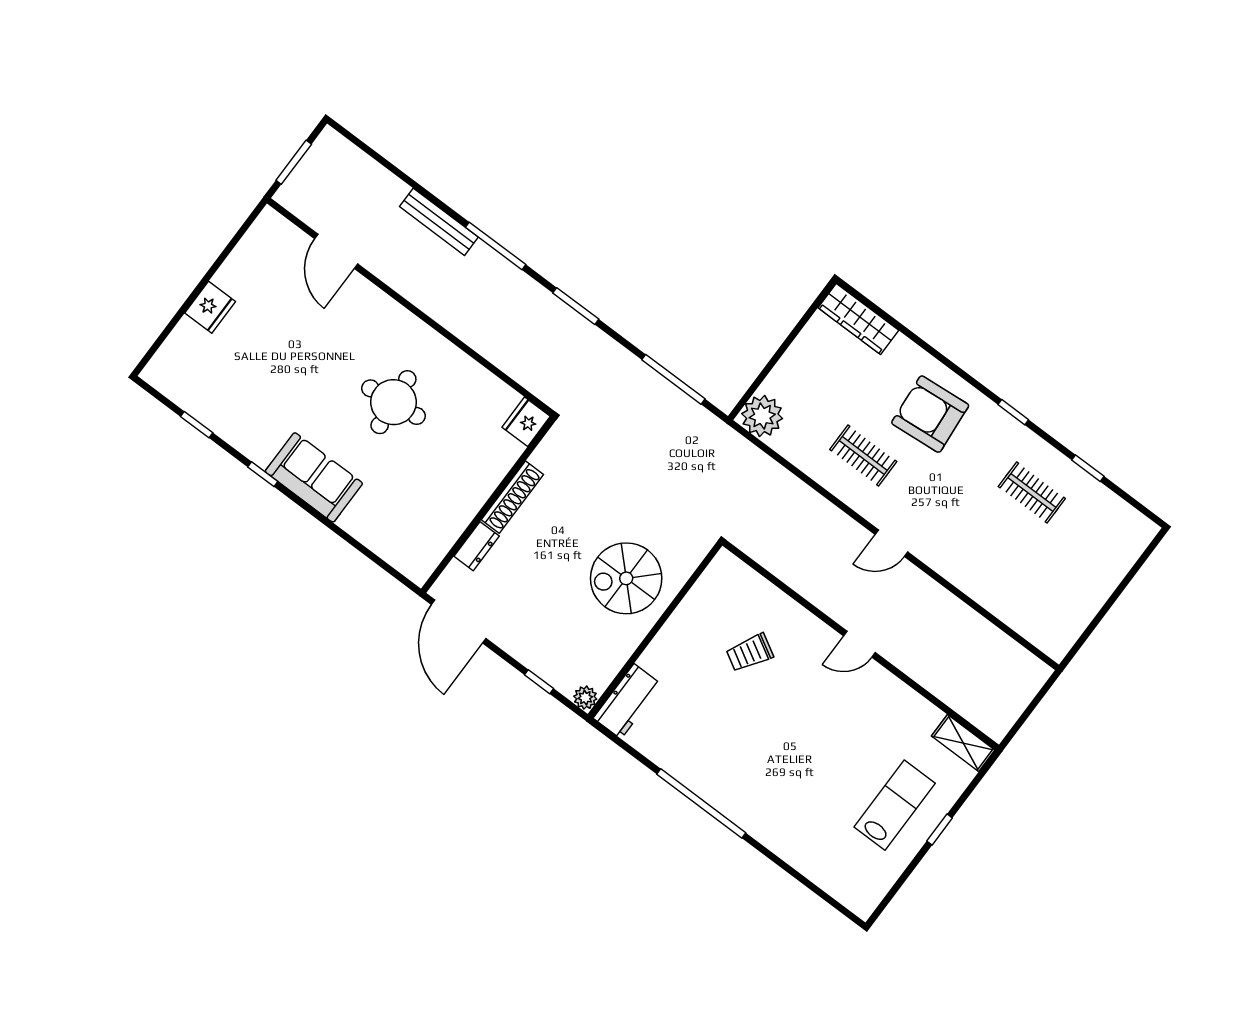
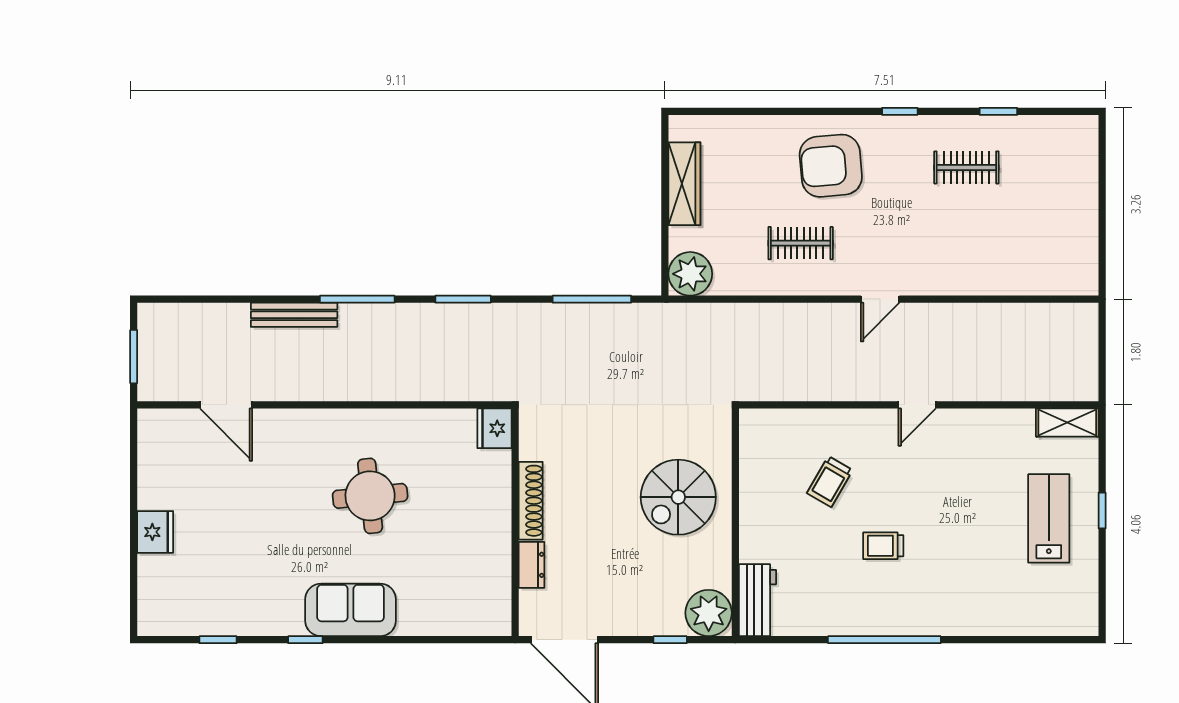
wardrobe: (858, 319) -> (684, 184), moved, turned -90
plant: (585, 698) -> (709, 613), width x1.87, depth x1.87
trolley: (754, 732) -> (883, 546), added

